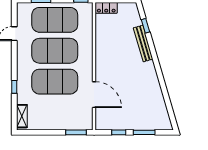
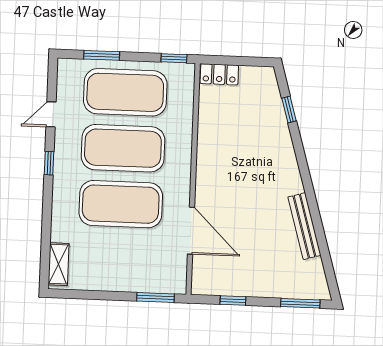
bench: (143, 43) -> (304, 226), moved
window: (14, 87) -> (49, 163), moved
window: (144, 132) -> (300, 303), moved

